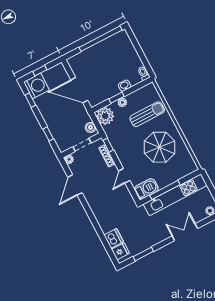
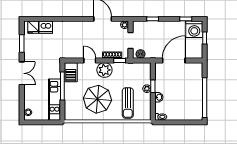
plant: (105, 116) -> (104, 70), moved
kitchen unit: (175, 195) -> (55, 100), width x0.73
double door: (185, 232) -> (22, 73), moved

